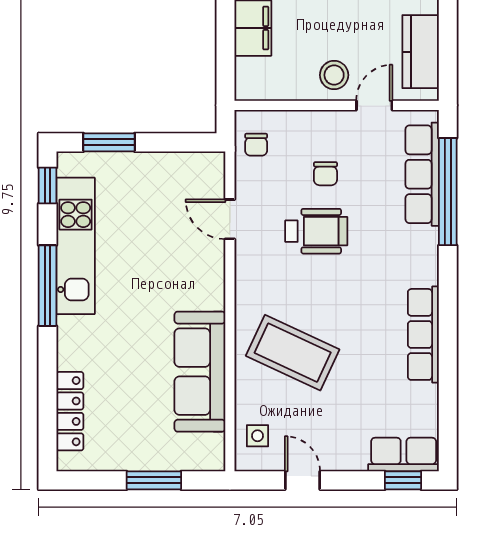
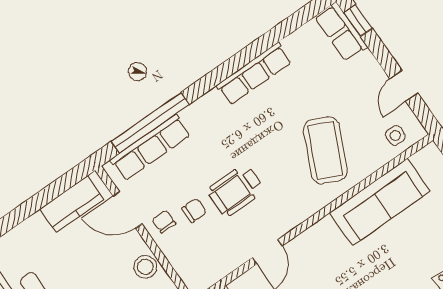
stool: (334, 75) -> (145, 267), moved
door: (374, 105) -> (128, 210), width x1.38
chair: (256, 145) -> (164, 222), moved, turned -90
wheelchair: (316, 231) -> (236, 190), turned -90

